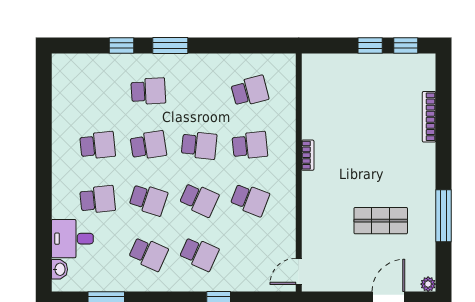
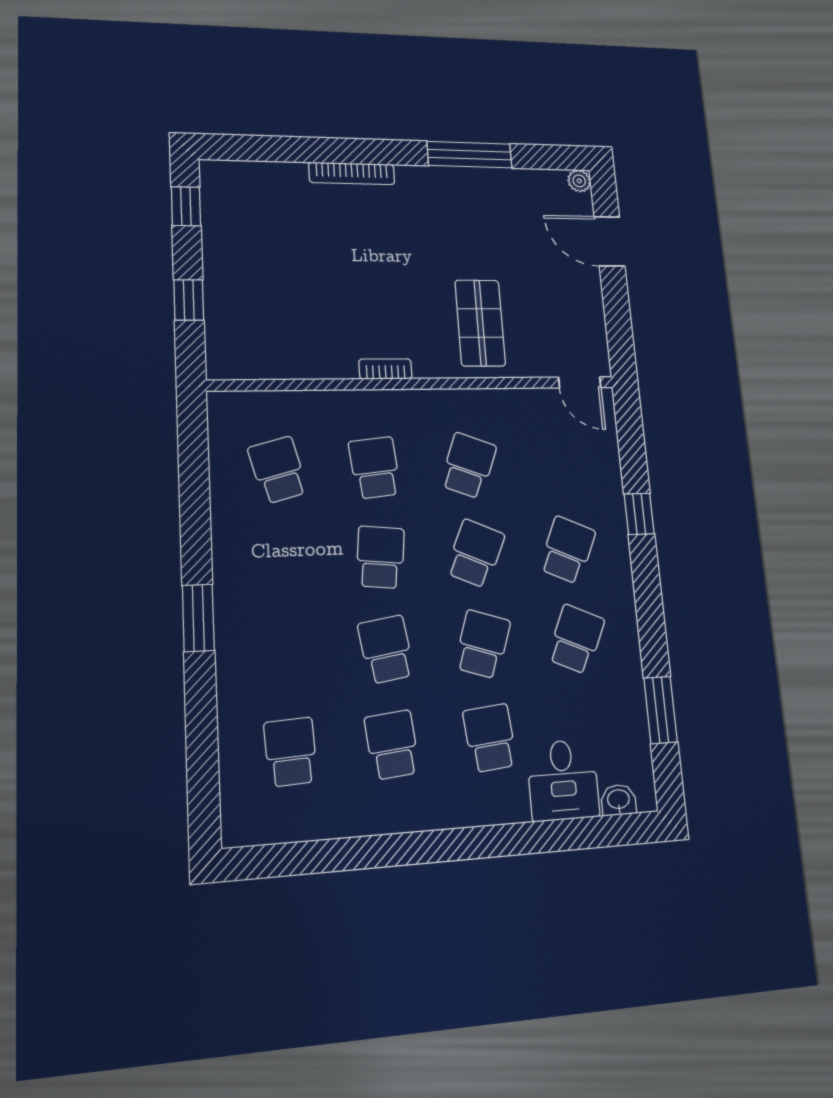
window: (122, 45) -> (201, 711), removed
window: (370, 45) -> (189, 300), moved
school desk: (148, 91) -> (291, 752), moved
bookcase: (429, 117) -> (352, 173), moved
shop shelf: (381, 221) -> (480, 323), moved

